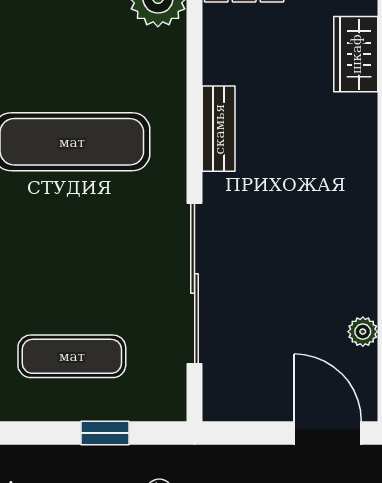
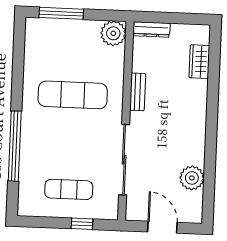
plant: (363, 332) -> (192, 178), width x1.87, depth x1.87
door: (328, 433) -> (162, 227), moved

